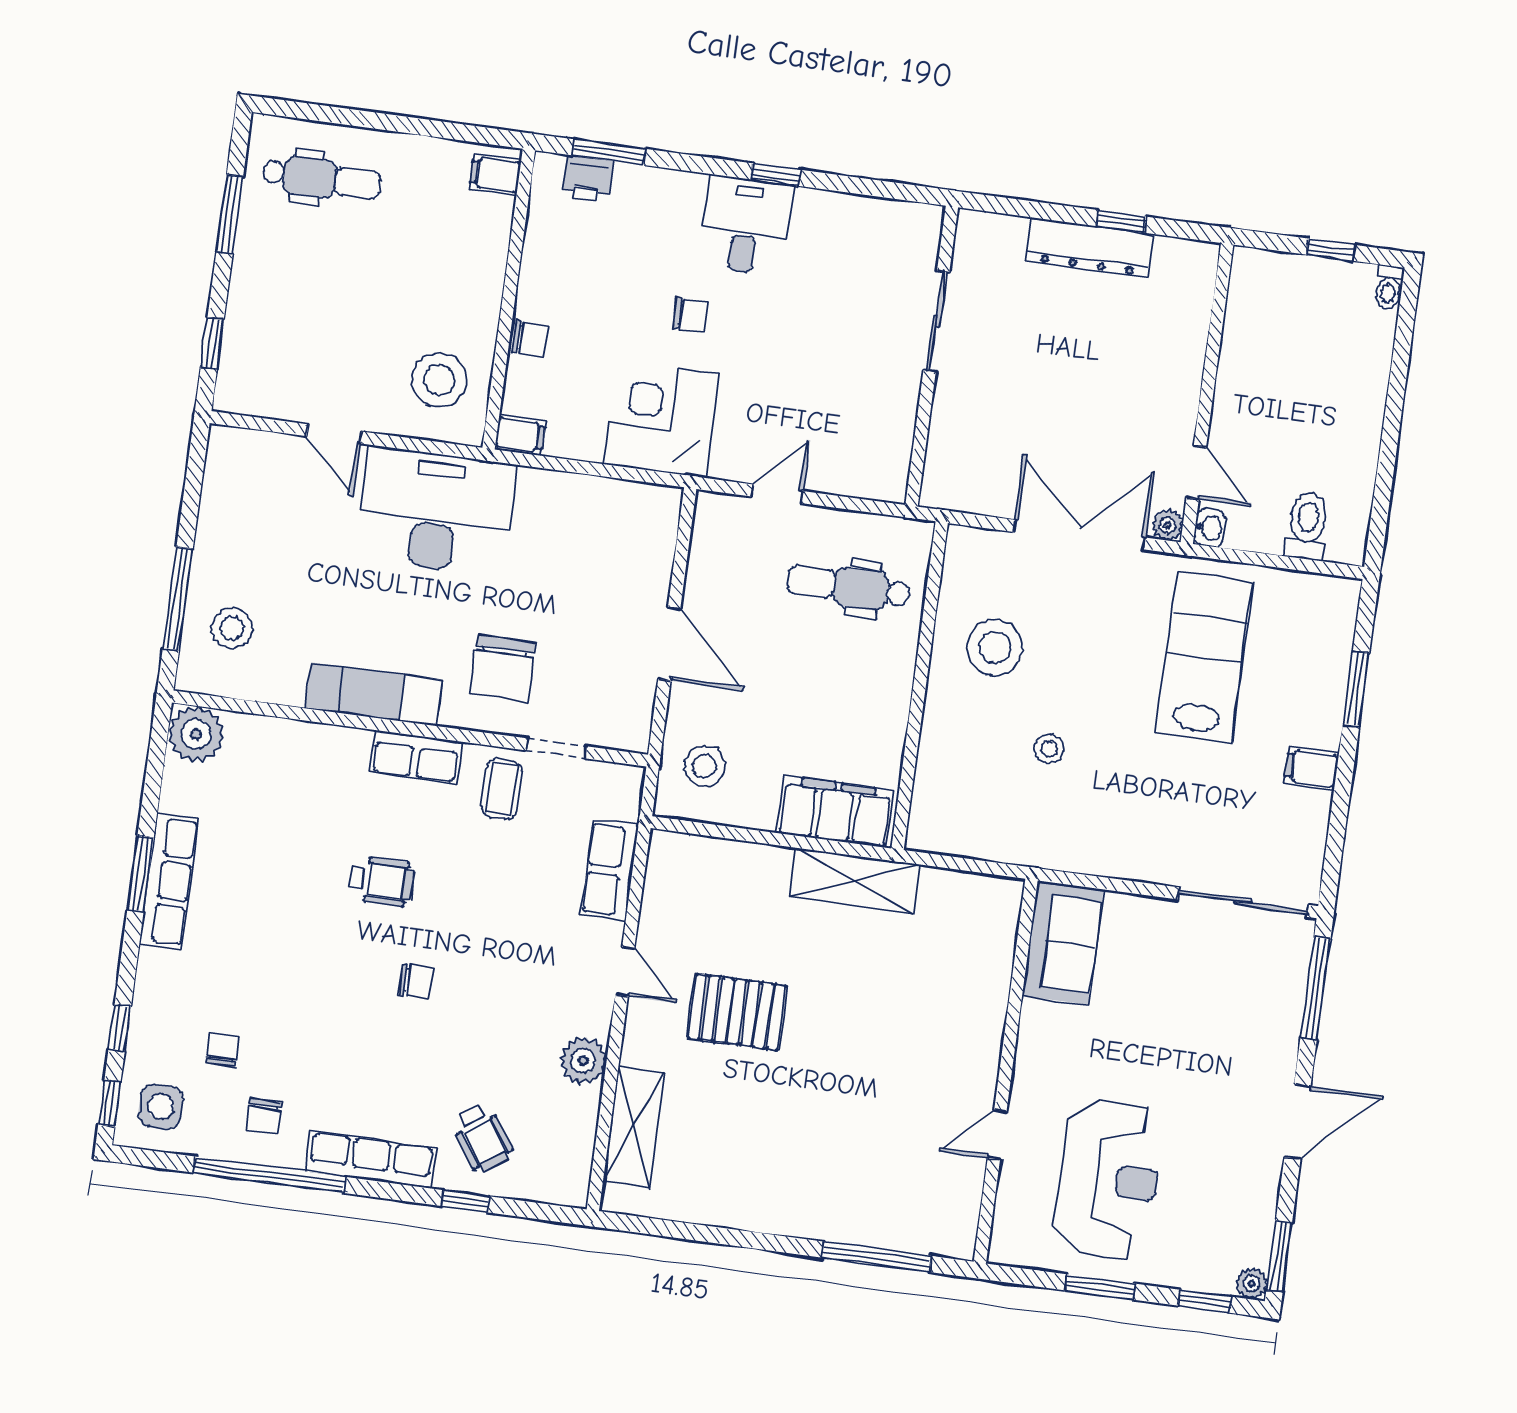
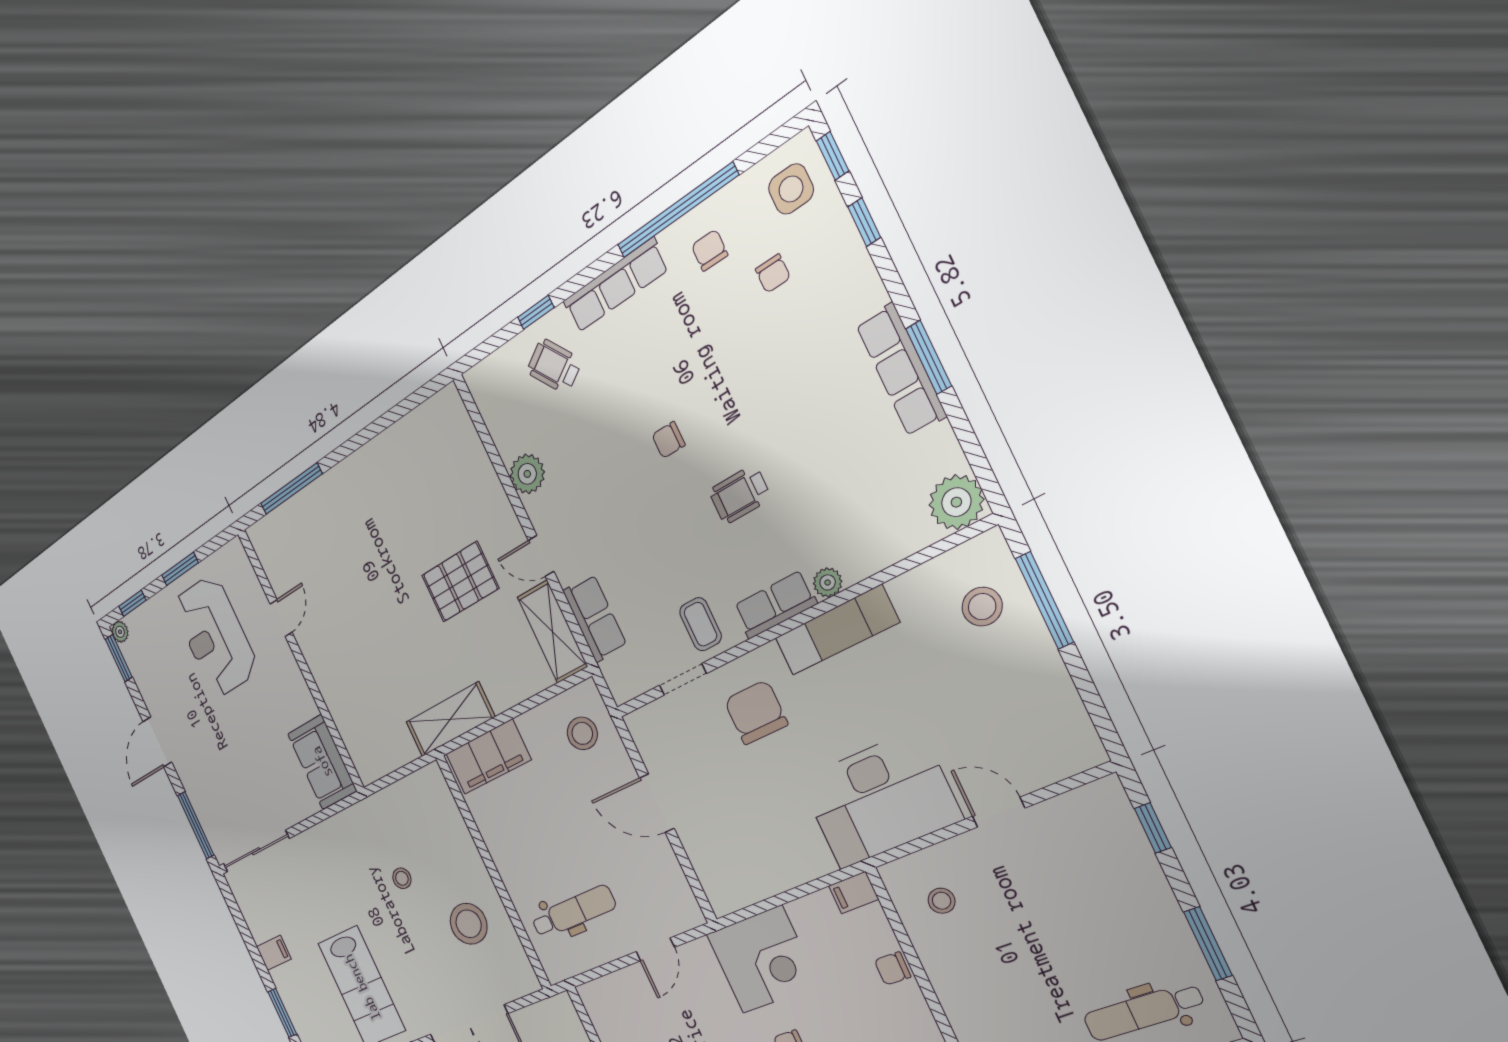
stool: (439, 380) -> (942, 901), width x0.53, depth x0.53
plant: (353, 743) -> (828, 582), added
shelving: (634, 1127) -> (552, 632), moved

